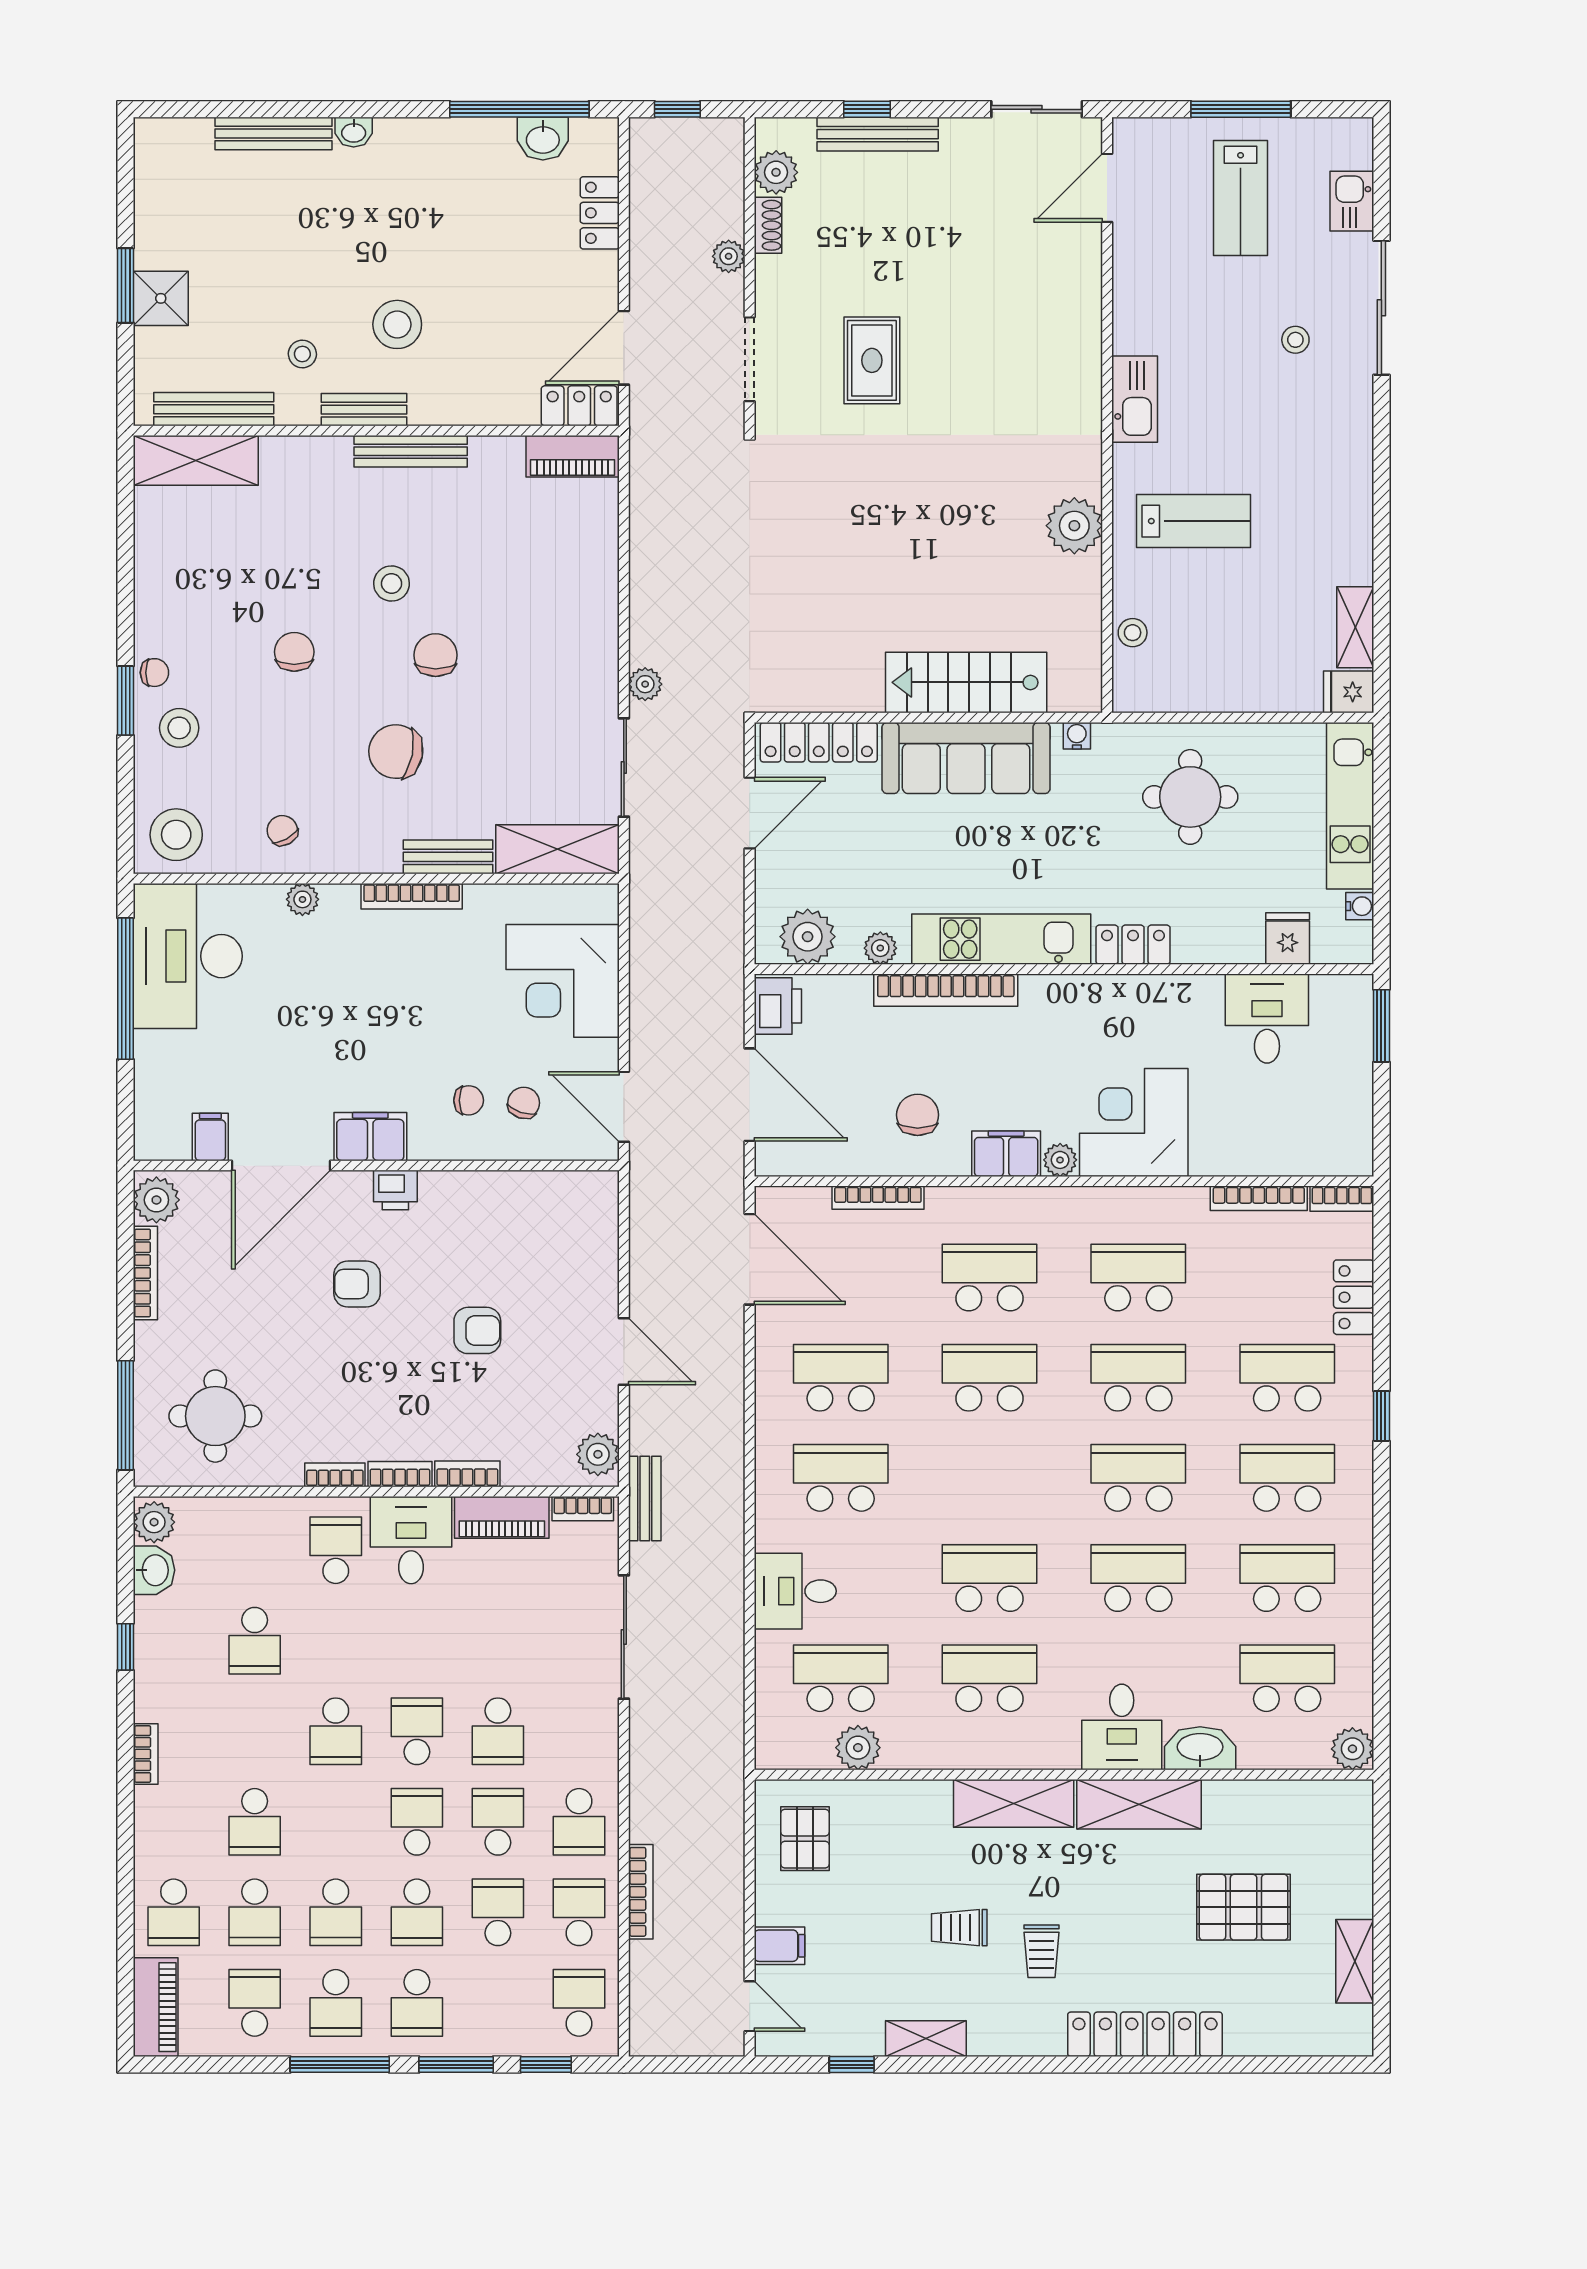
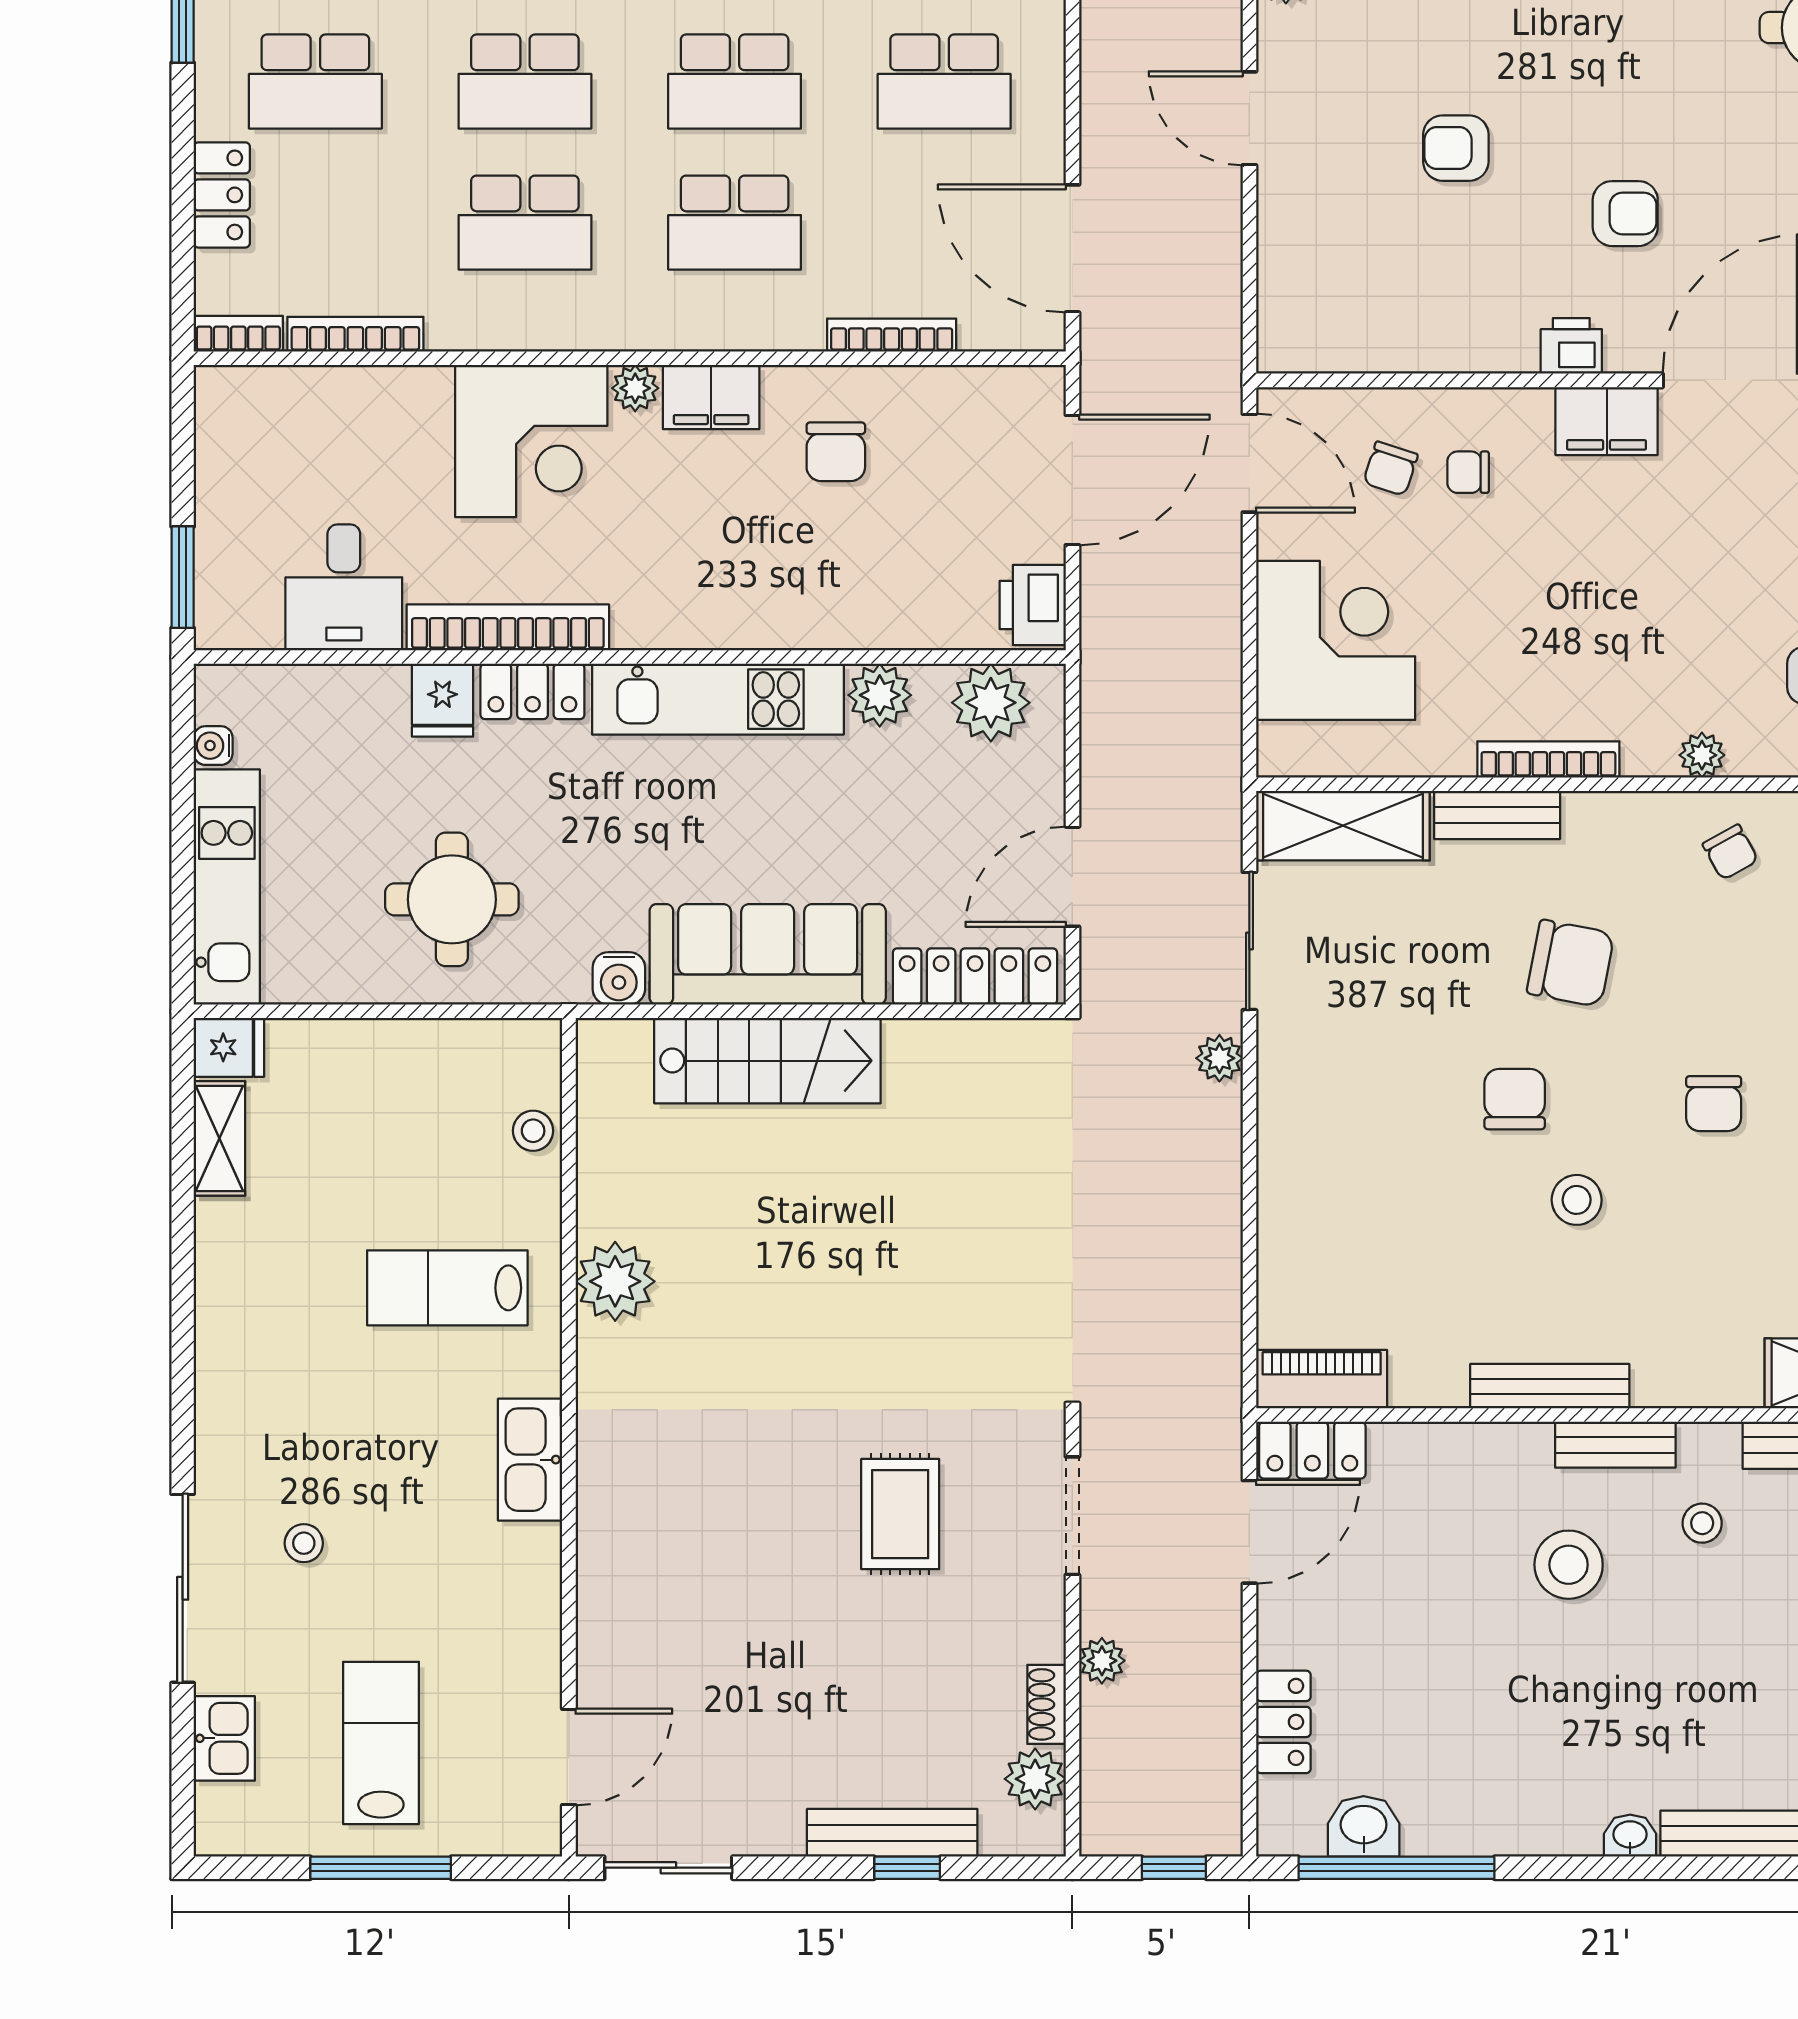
chair: (436, 655) -> (1515, 1099), turned 180
water cooler: (1077, 736) -> (619, 978), width x1.38, depth x1.38
fridge: (1288, 938) -> (443, 700), moved
plant: (880, 948) -> (880, 695), width x1.38, depth x1.38
bookcase: (946, 990) -> (508, 627), moved
door: (750, 1095) -> (1072, 480), swing flipped

